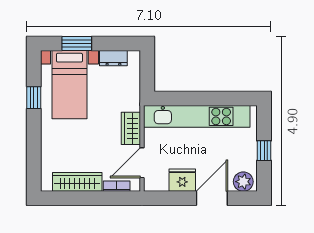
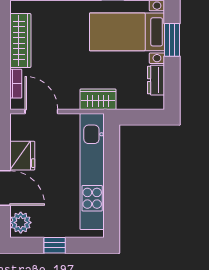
wardrobe: (131, 128) -> (98, 99), moved

